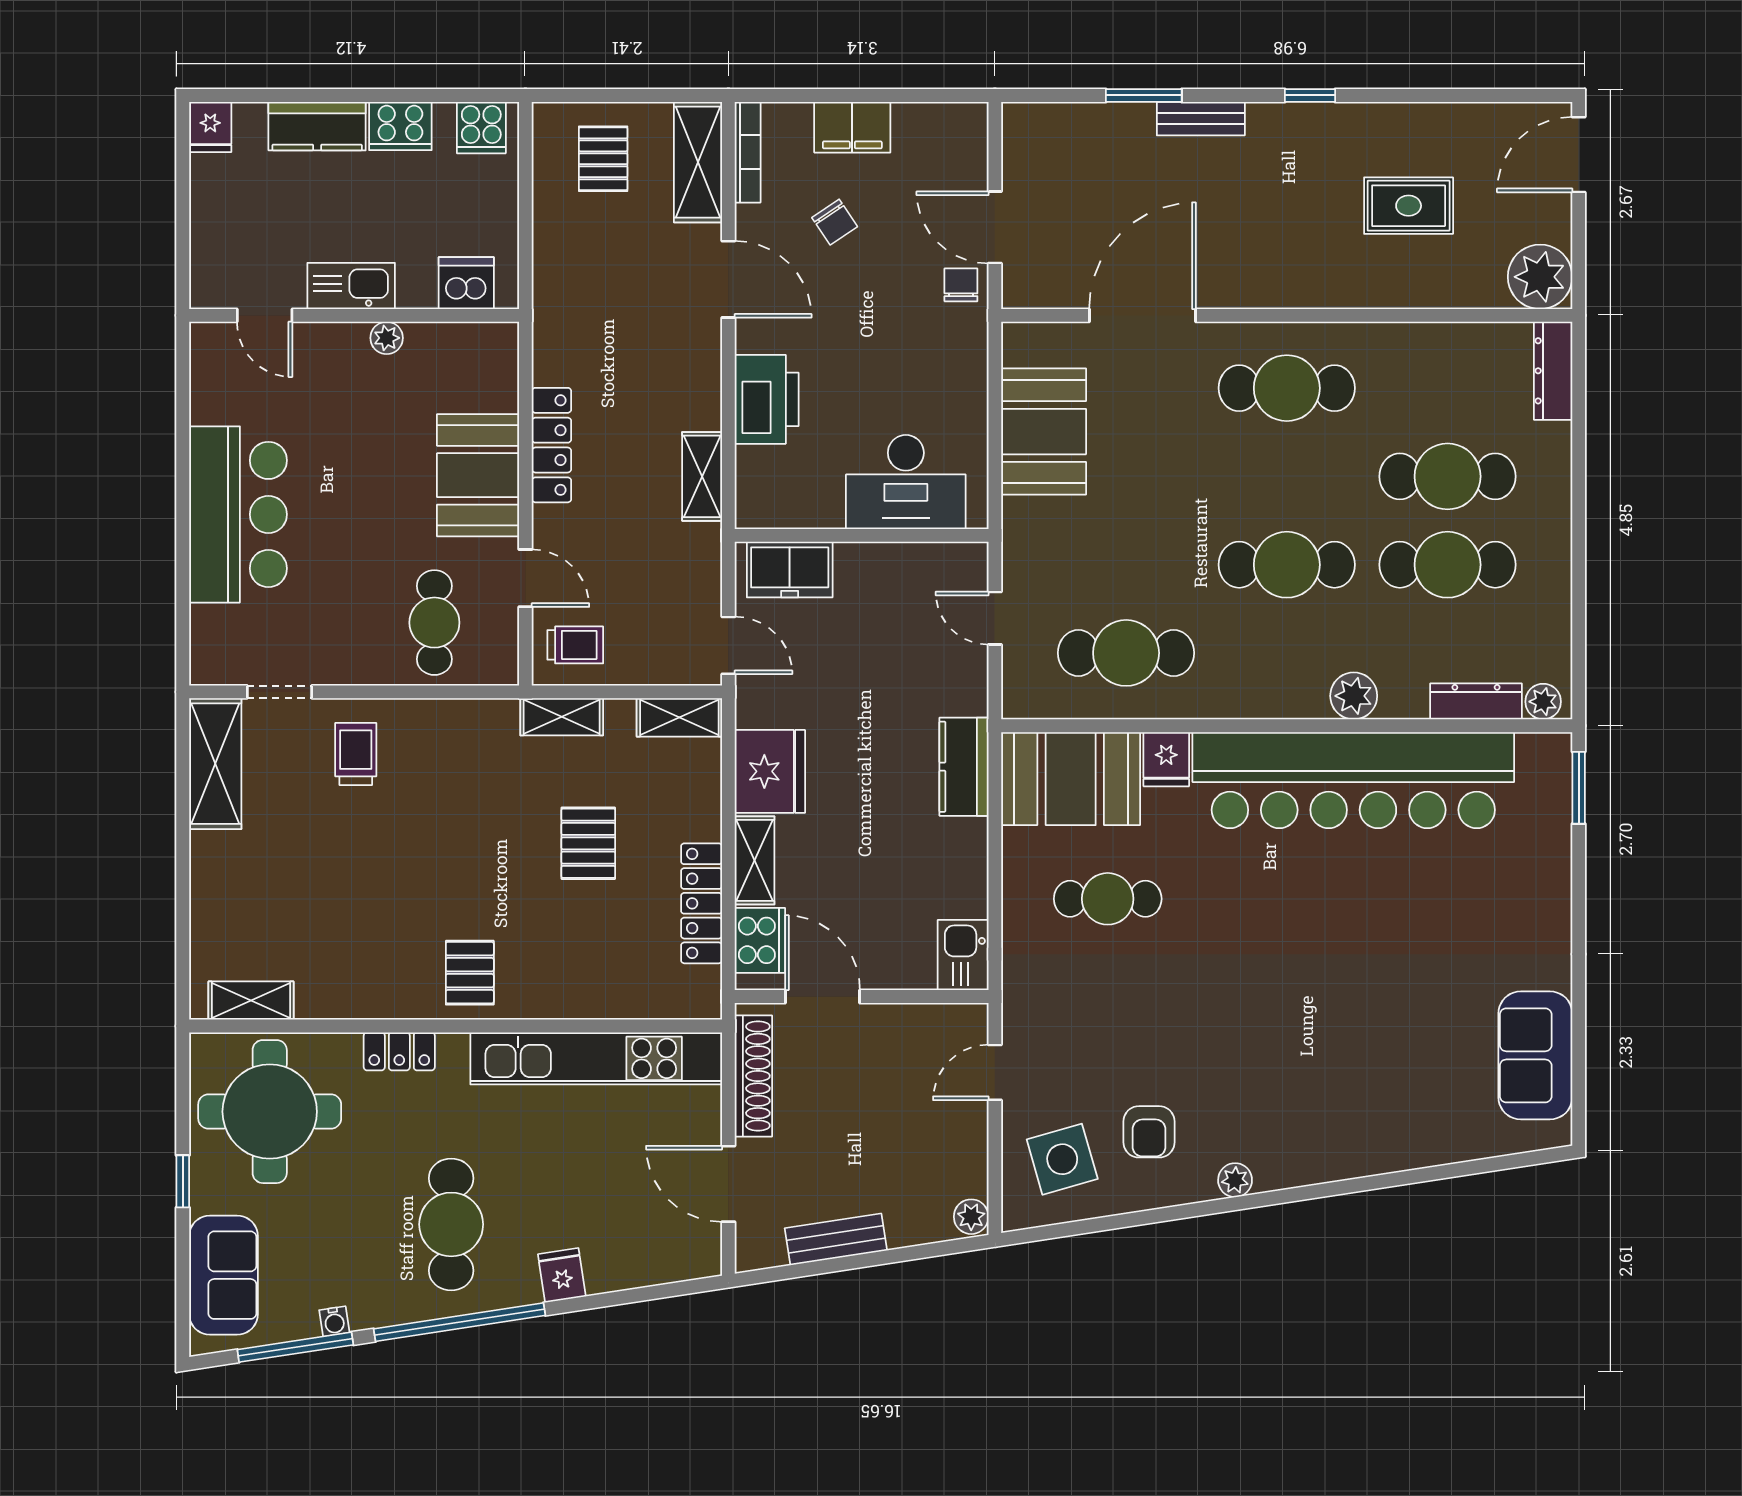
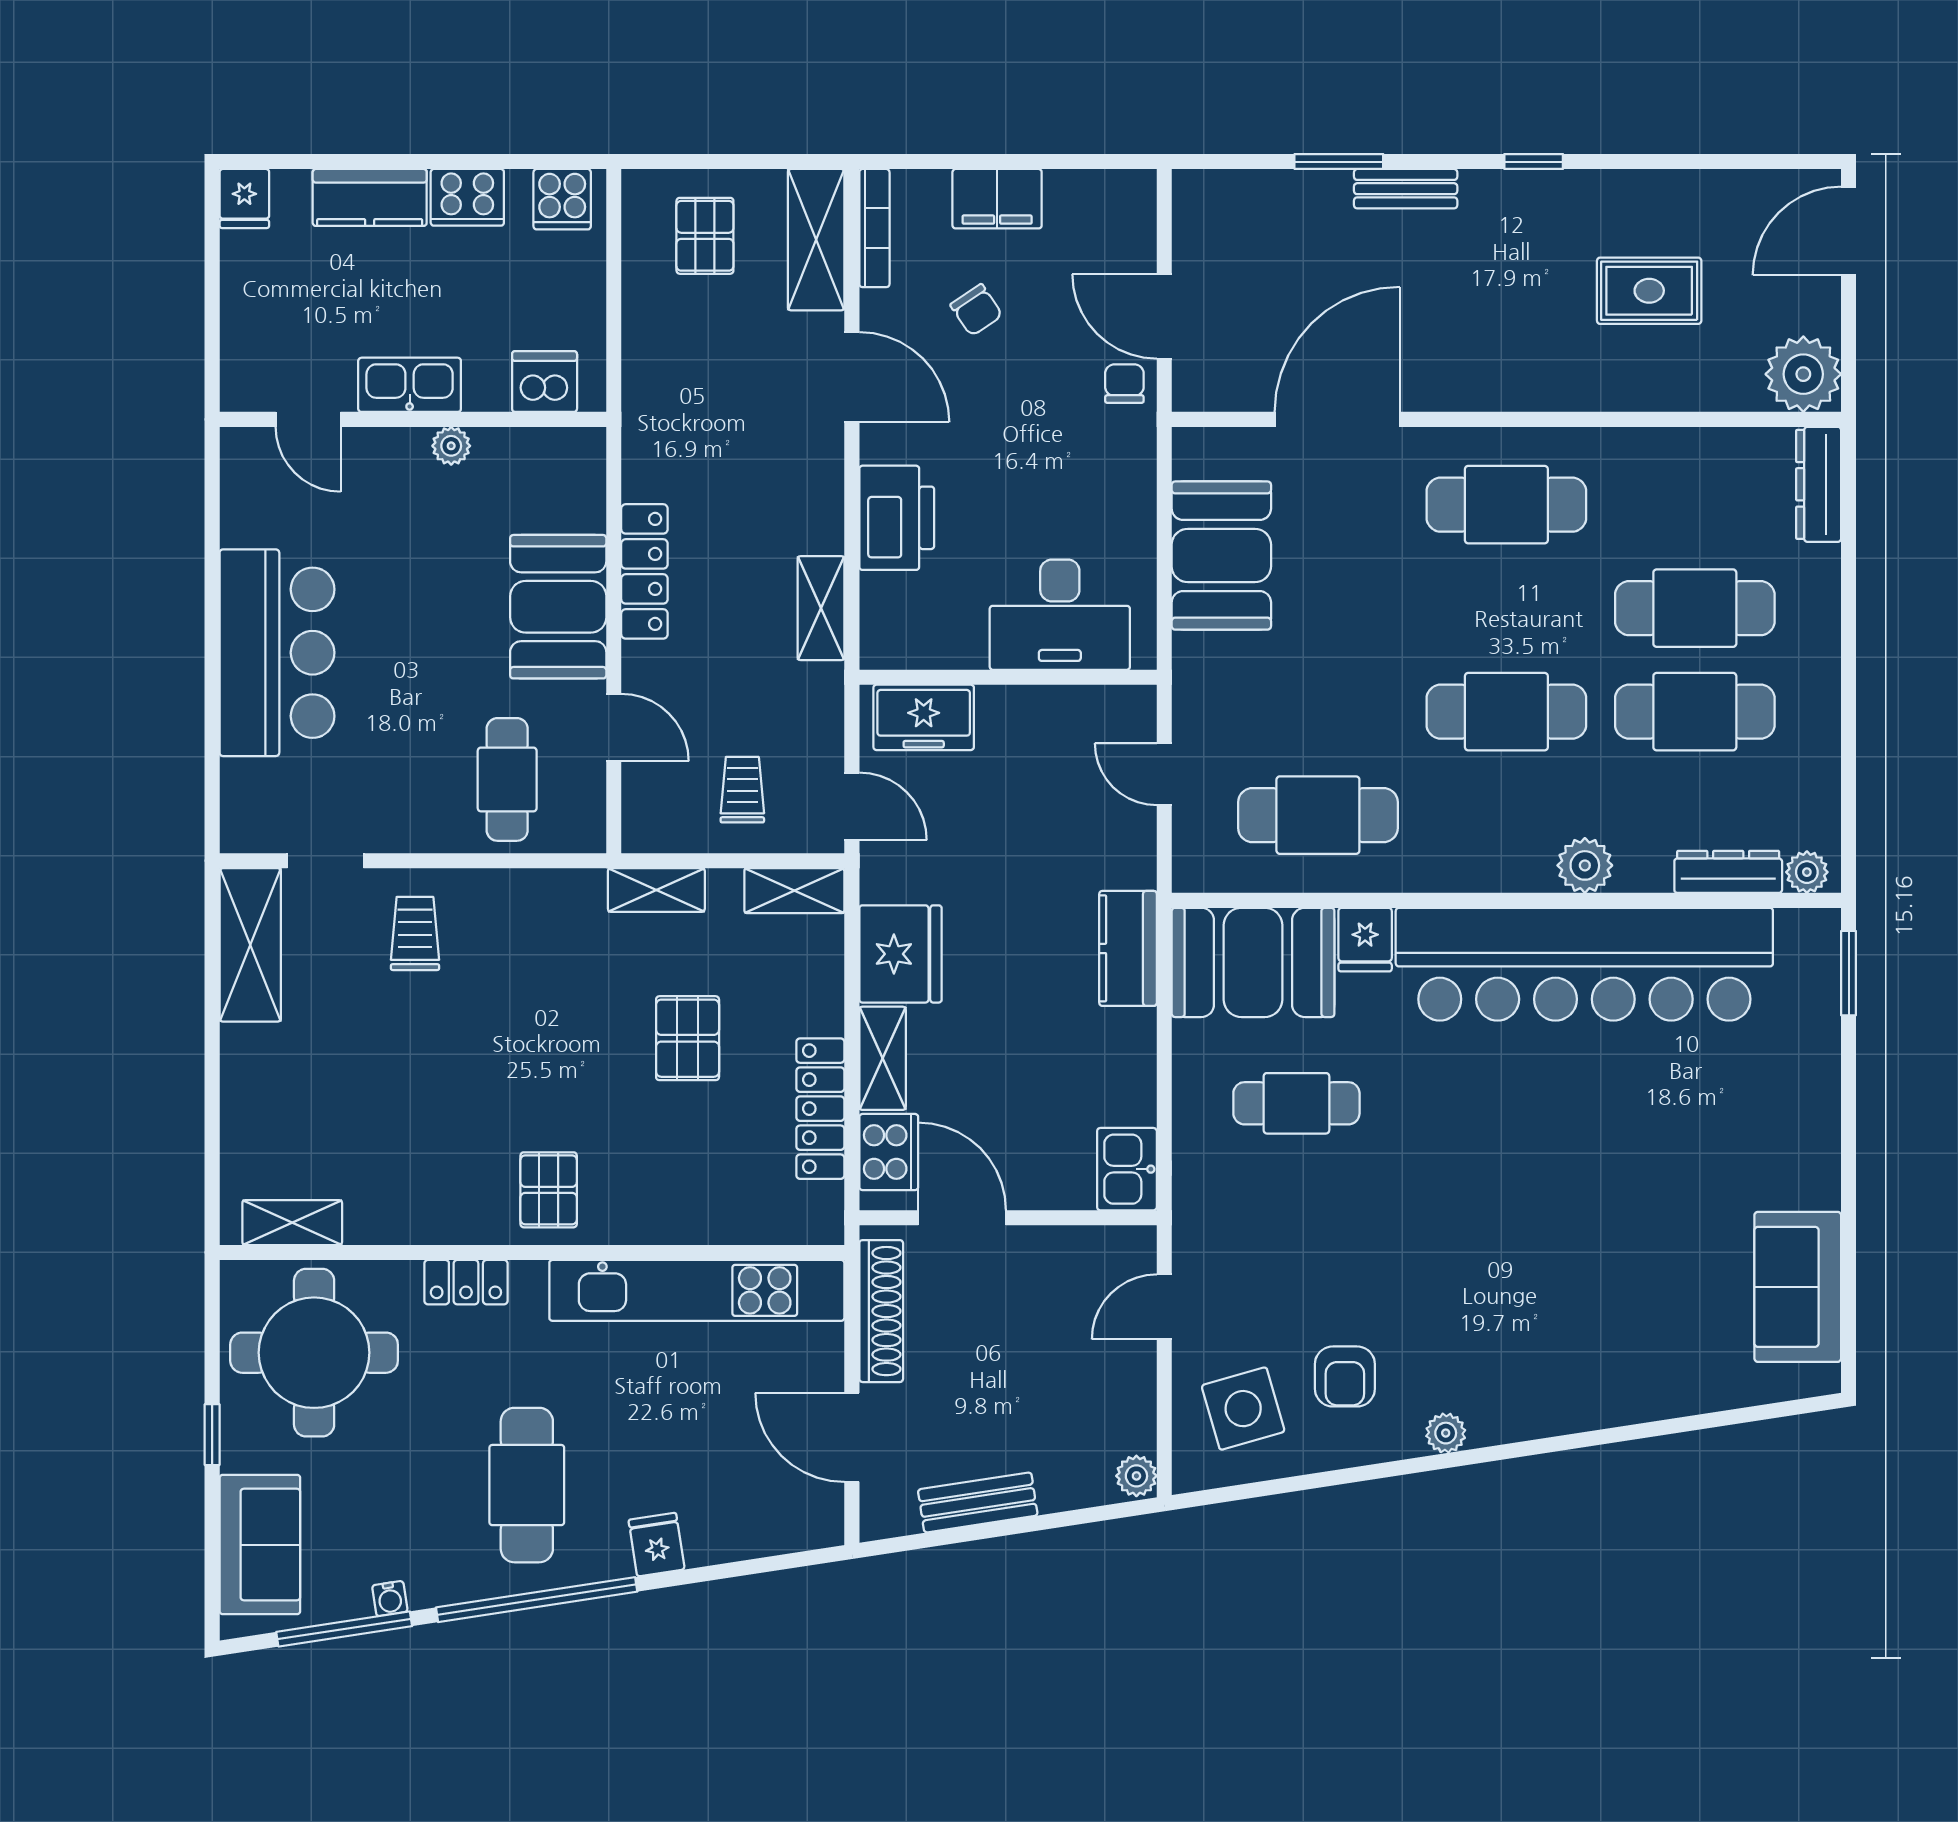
trolley: (575, 645) -> (742, 790), moved, turned -90

